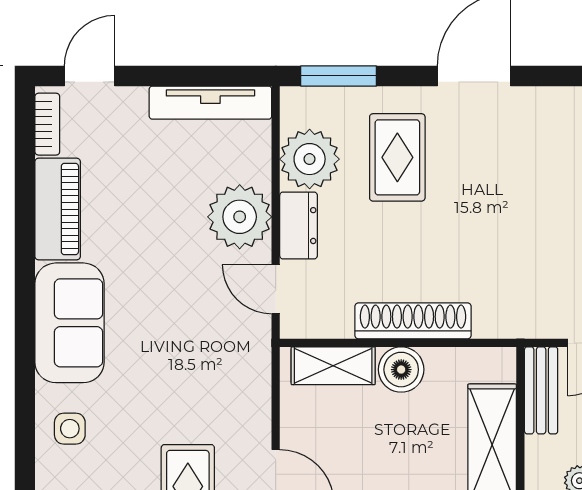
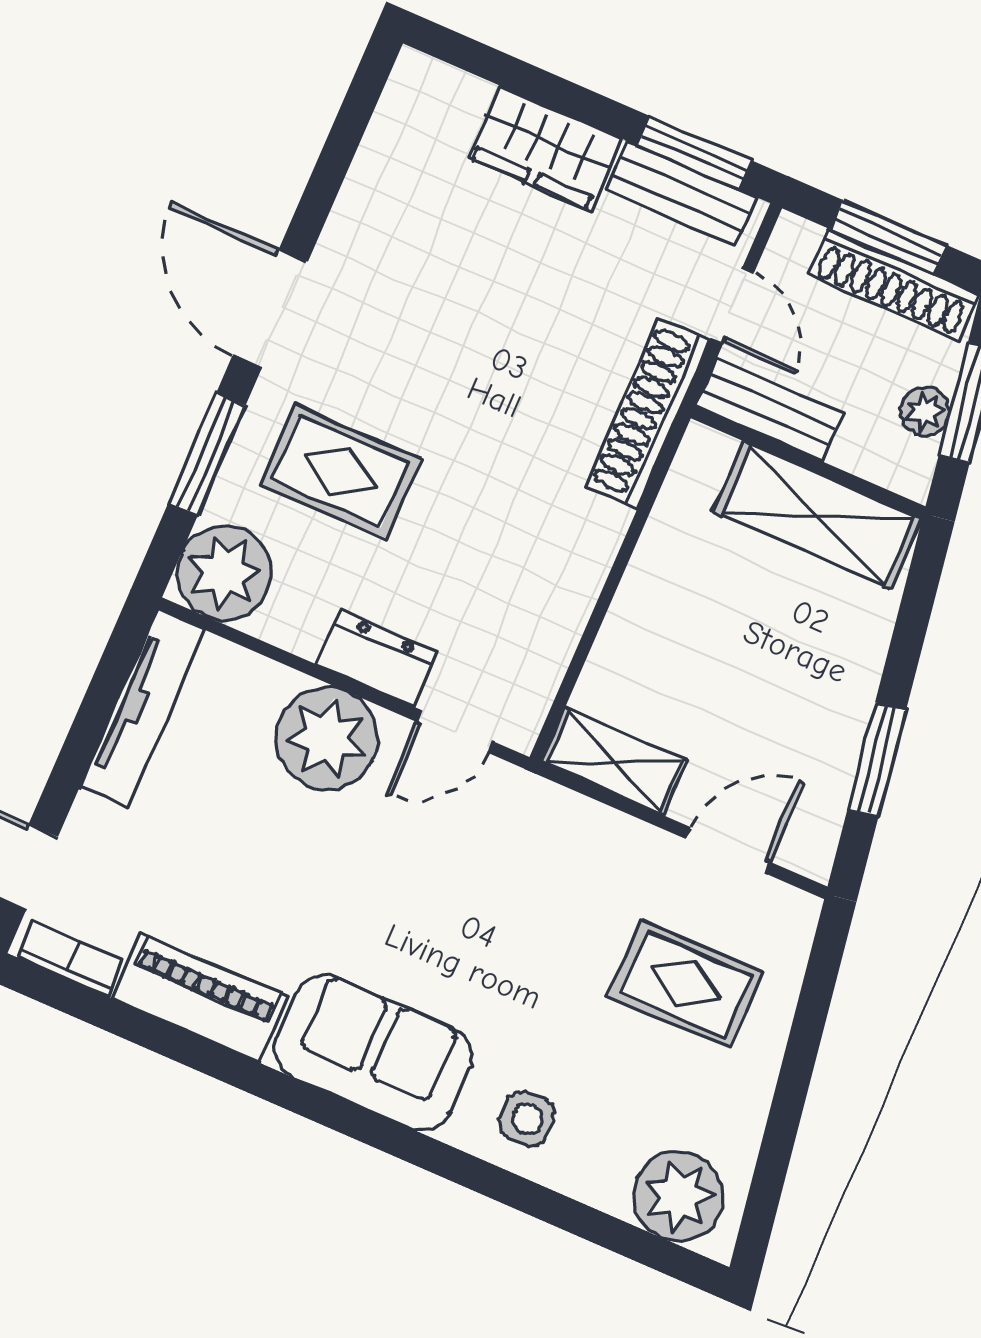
window: (339, 76) -> (207, 454), moved
plant: (310, 159) -> (224, 573), moved
shoe rack: (413, 321) -> (648, 413), moved
shelving: (333, 366) -> (614, 761), moved, turned 90
boiler: (401, 370) -> (651, 600), removed

